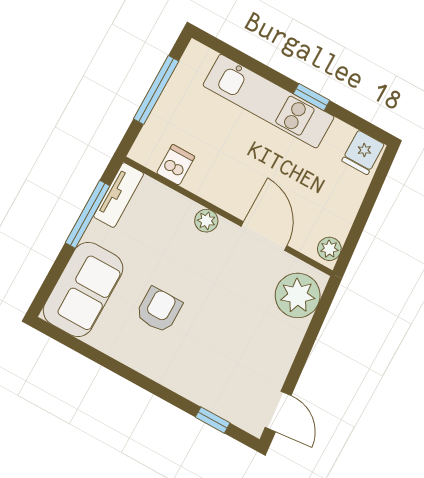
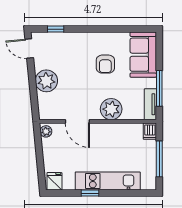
dishwasher: (176, 165) -> (150, 131), moved
plant: (206, 221) -> (111, 109), width x1.88, depth x1.88
plant: (298, 295) -> (46, 81), moved

